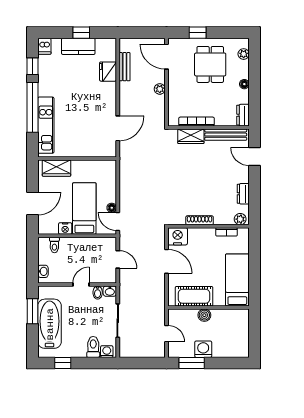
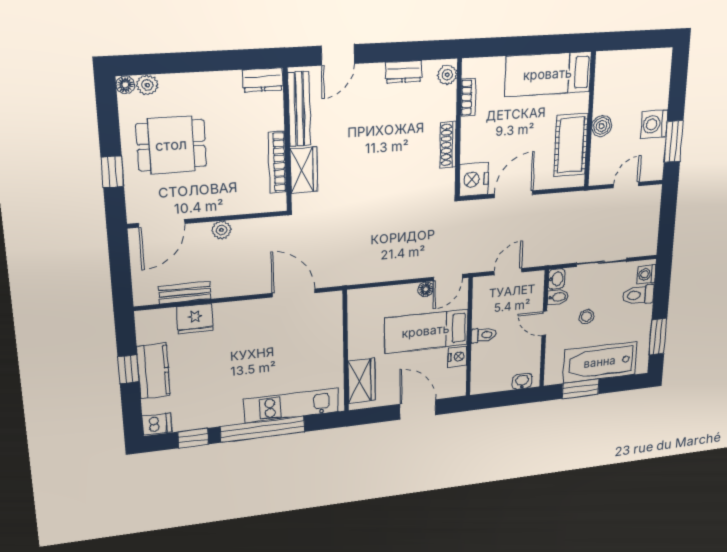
floor lamp: (244, 84) -> (125, 85), moved
toilet: (54, 245) -> (484, 335), moved
stool: (82, 313) -> (587, 317), added
window: (63, 363) -> (658, 337), width x1.50

